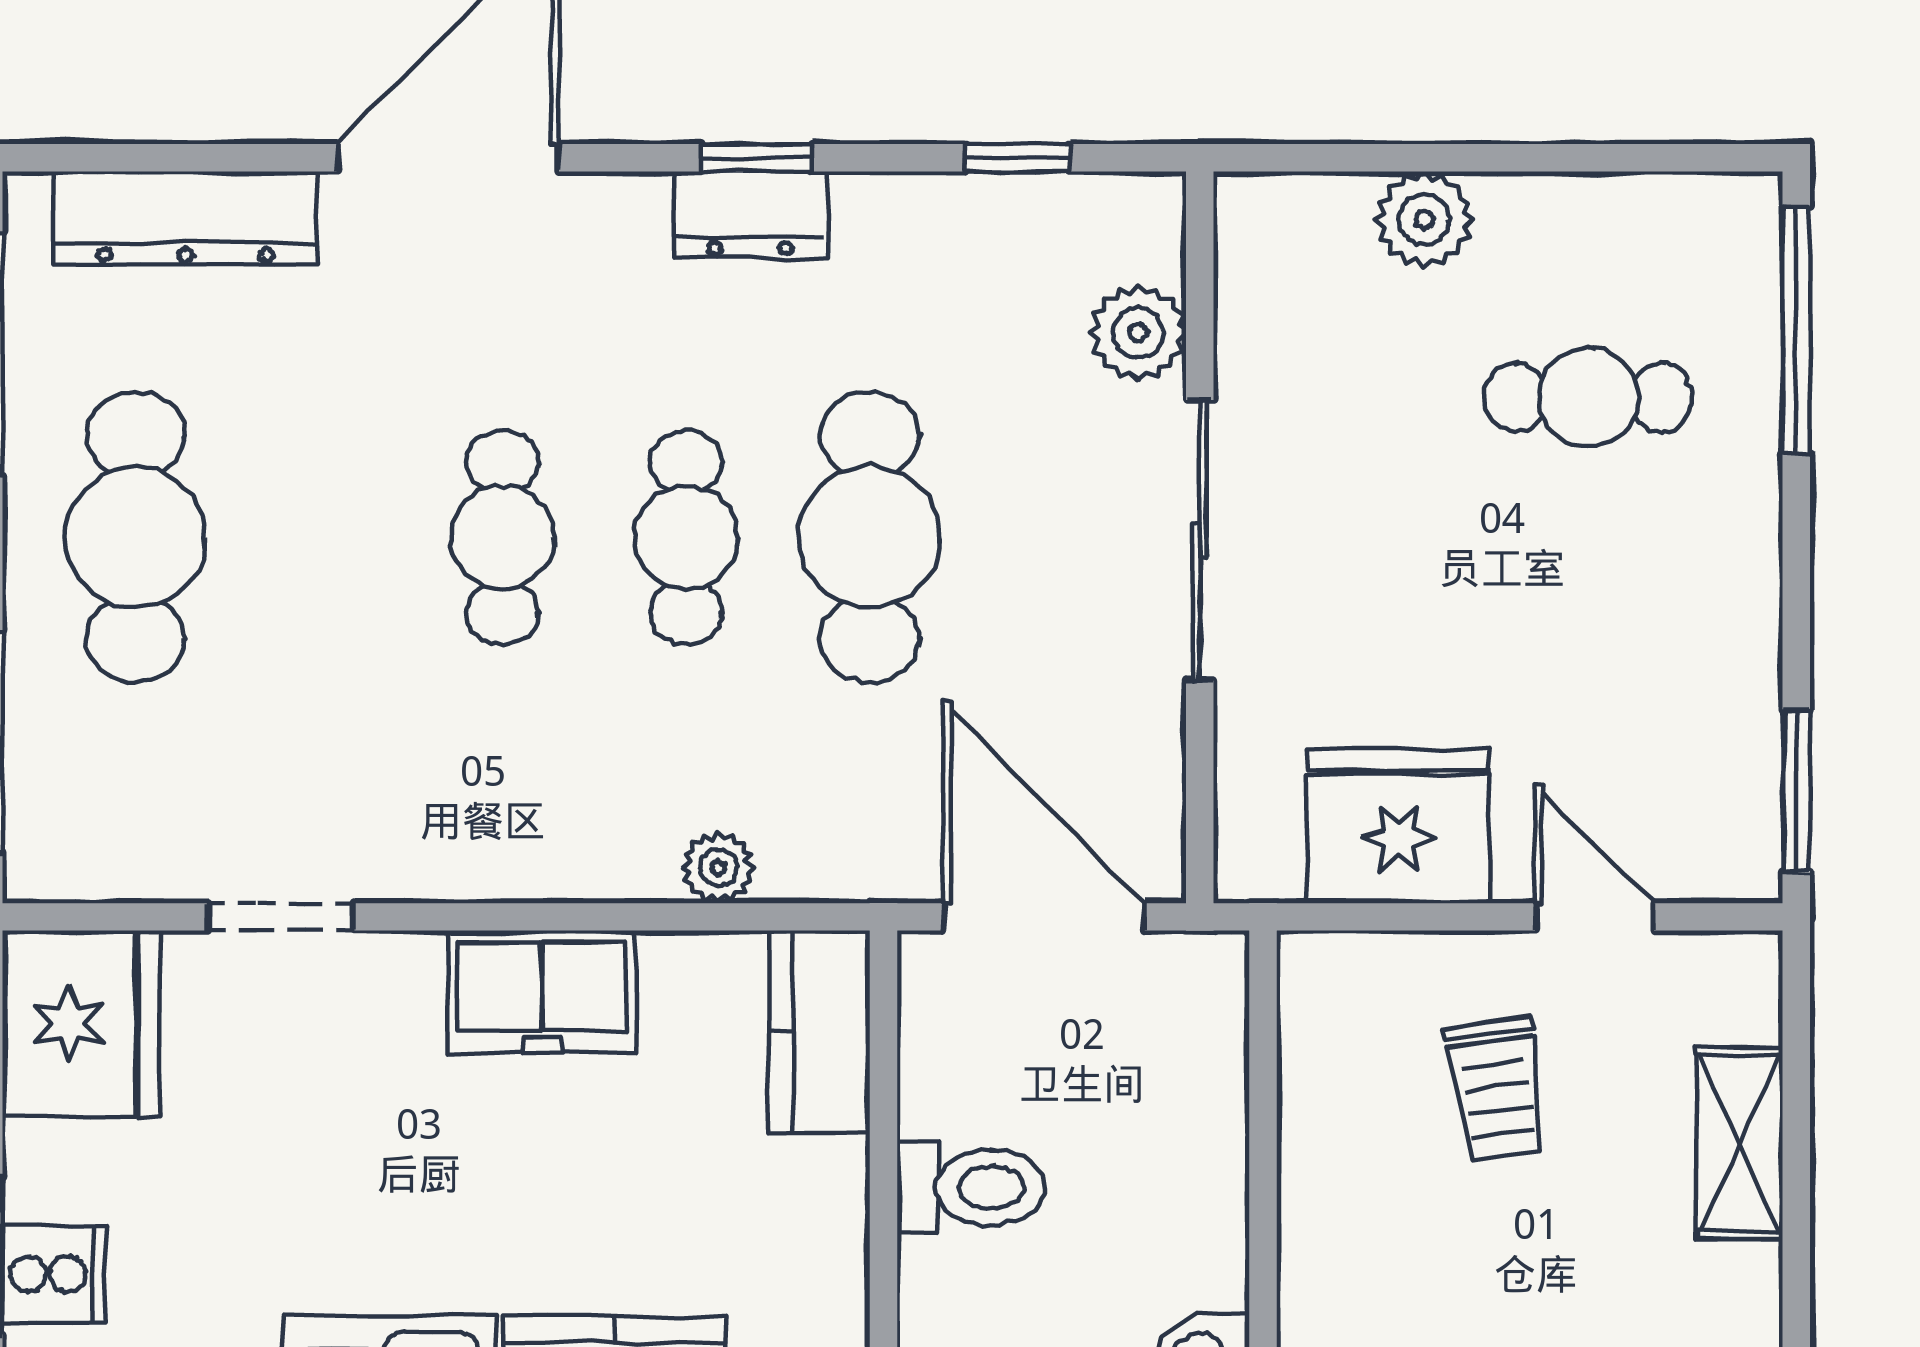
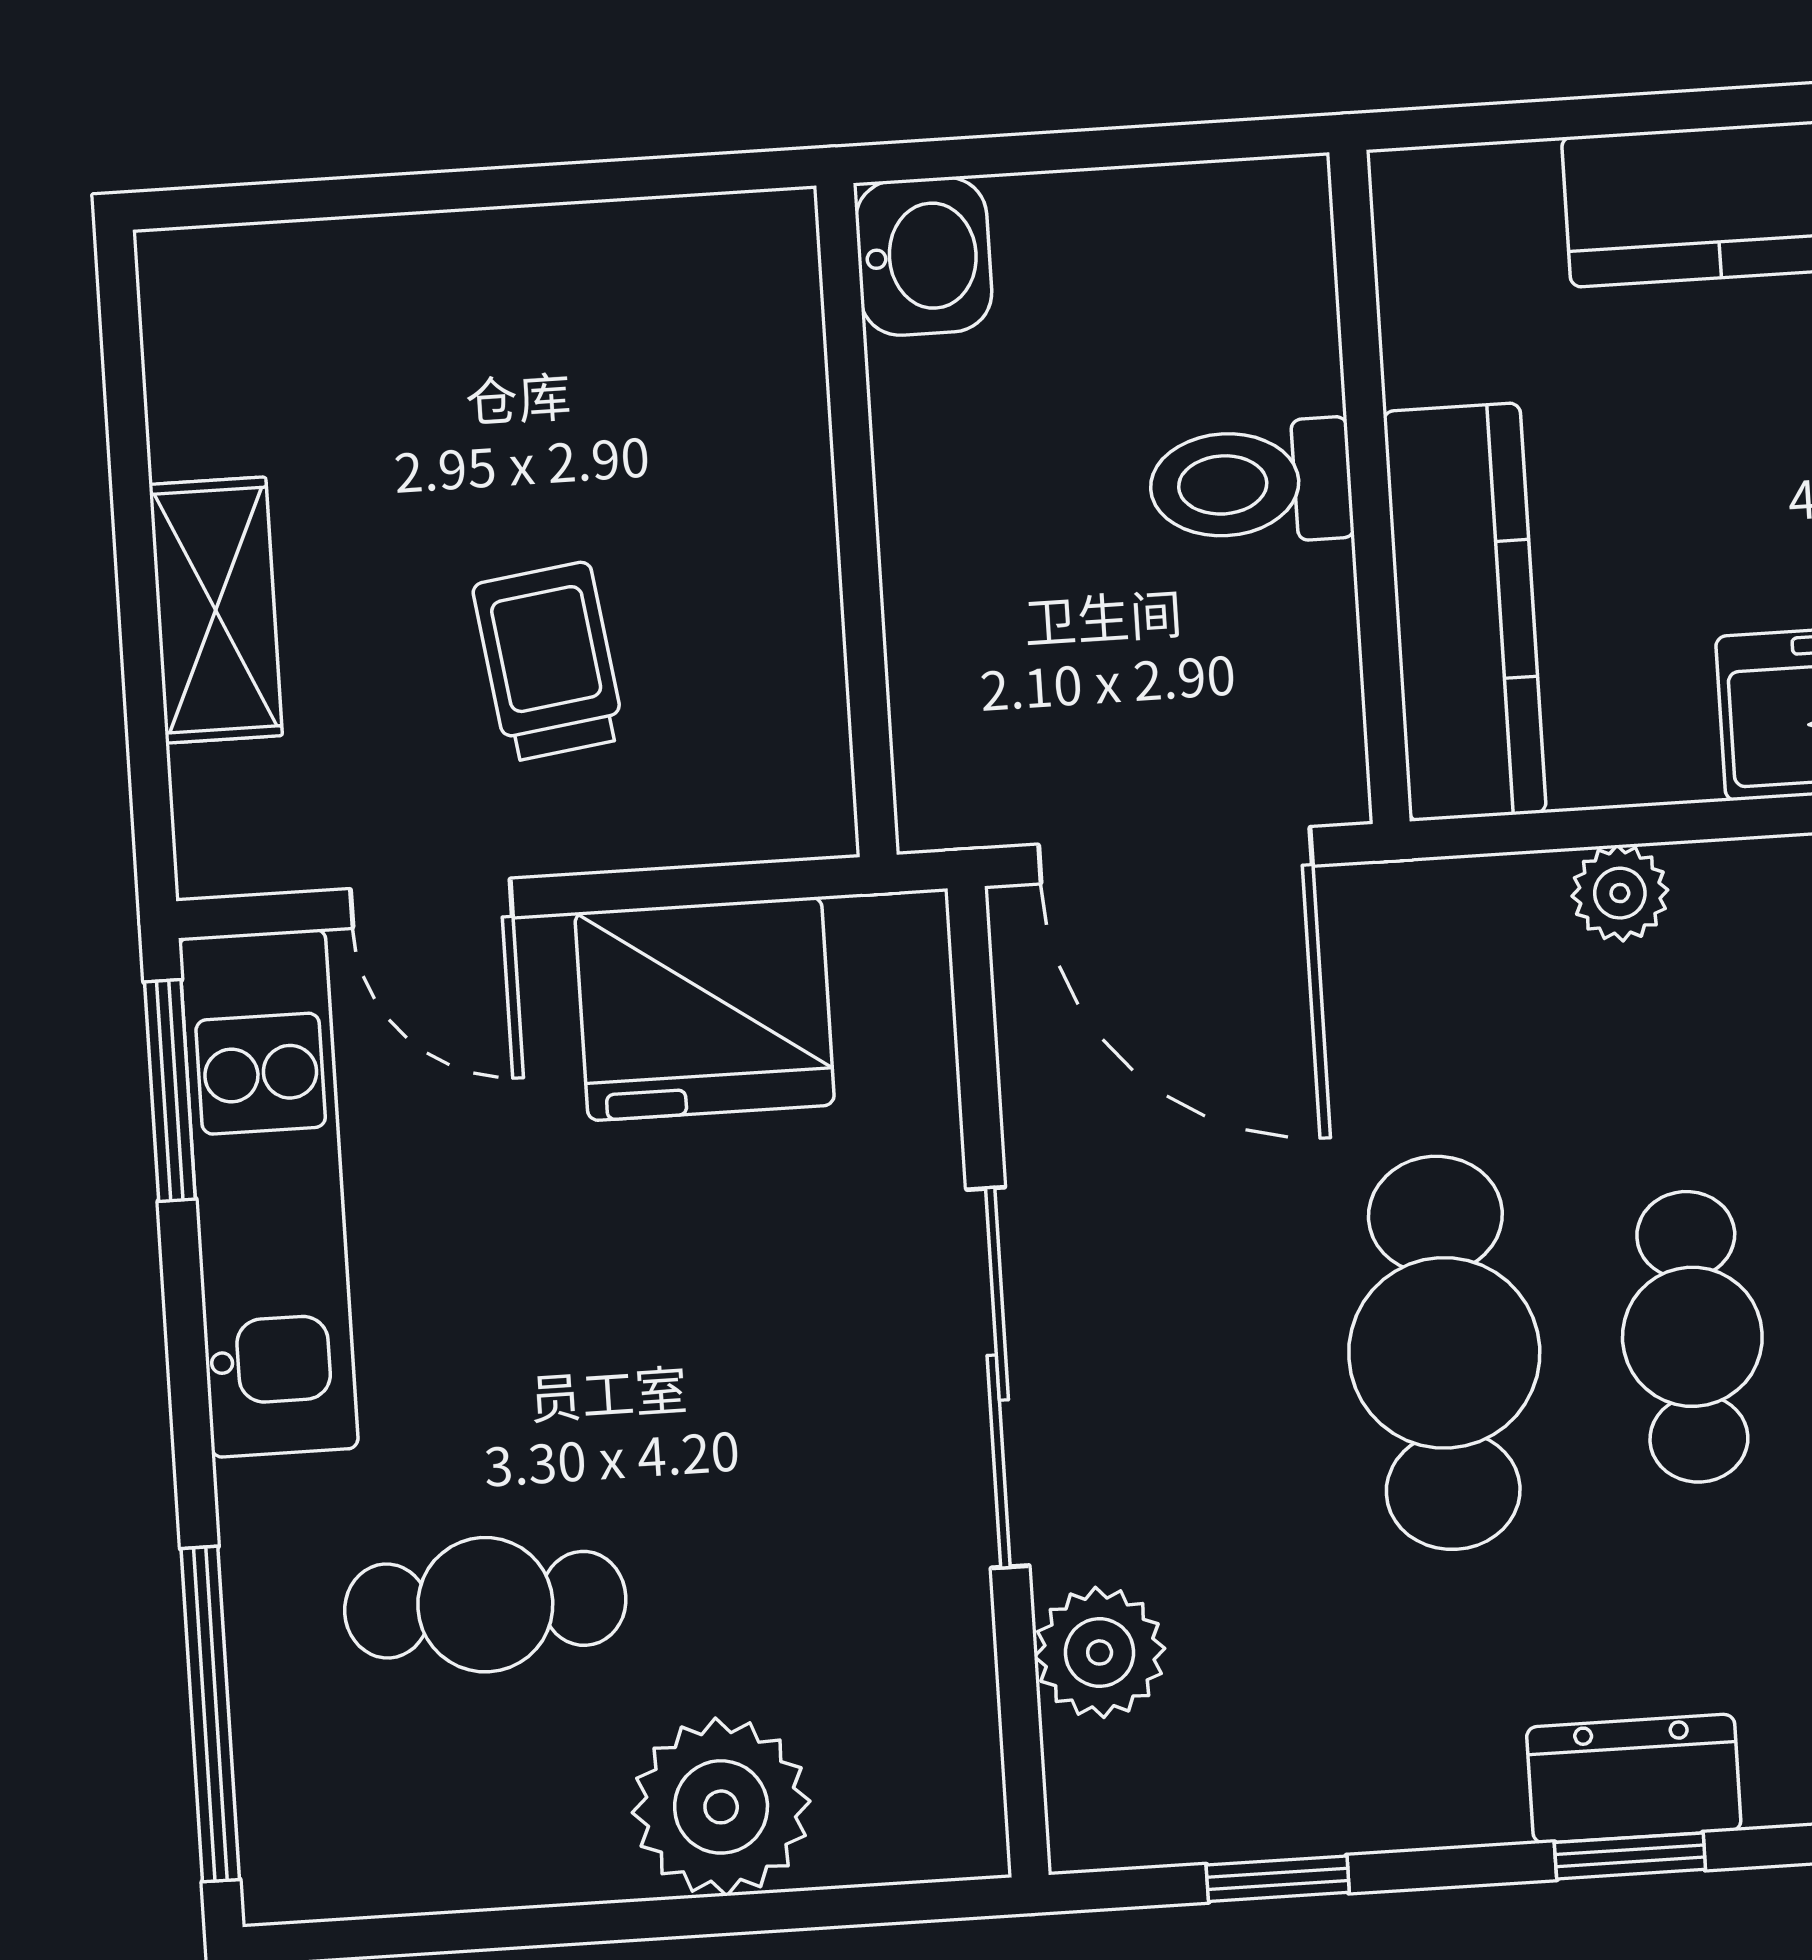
plant: (1424, 220) -> (721, 1807), width x1.36, depth x1.36
kitchen unit: (1728, 711) -> (268, 1193), added
kitchen counter: (819, 1032) -> (1465, 612), width x1.50

